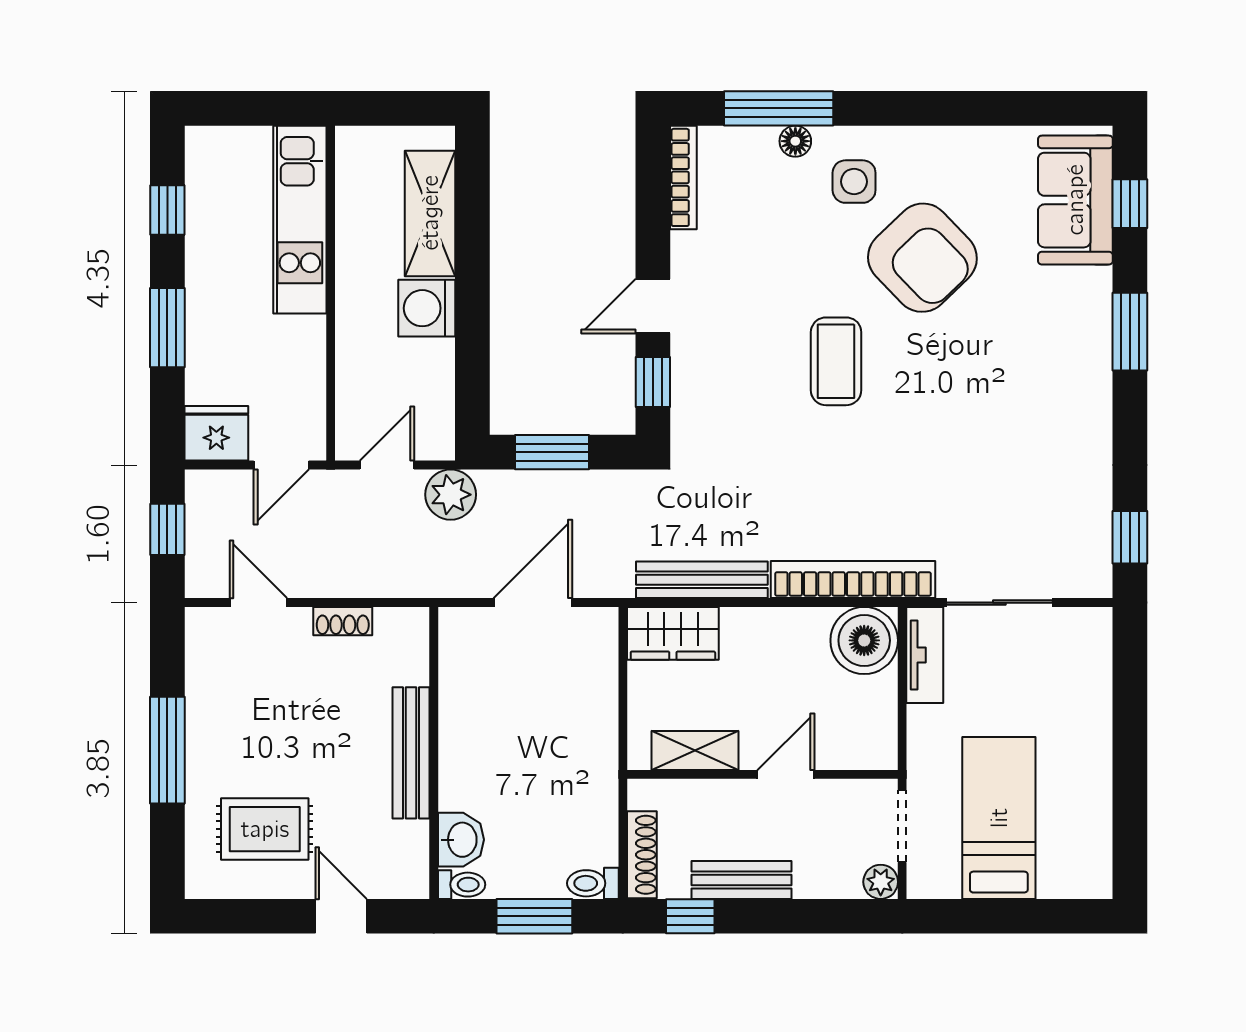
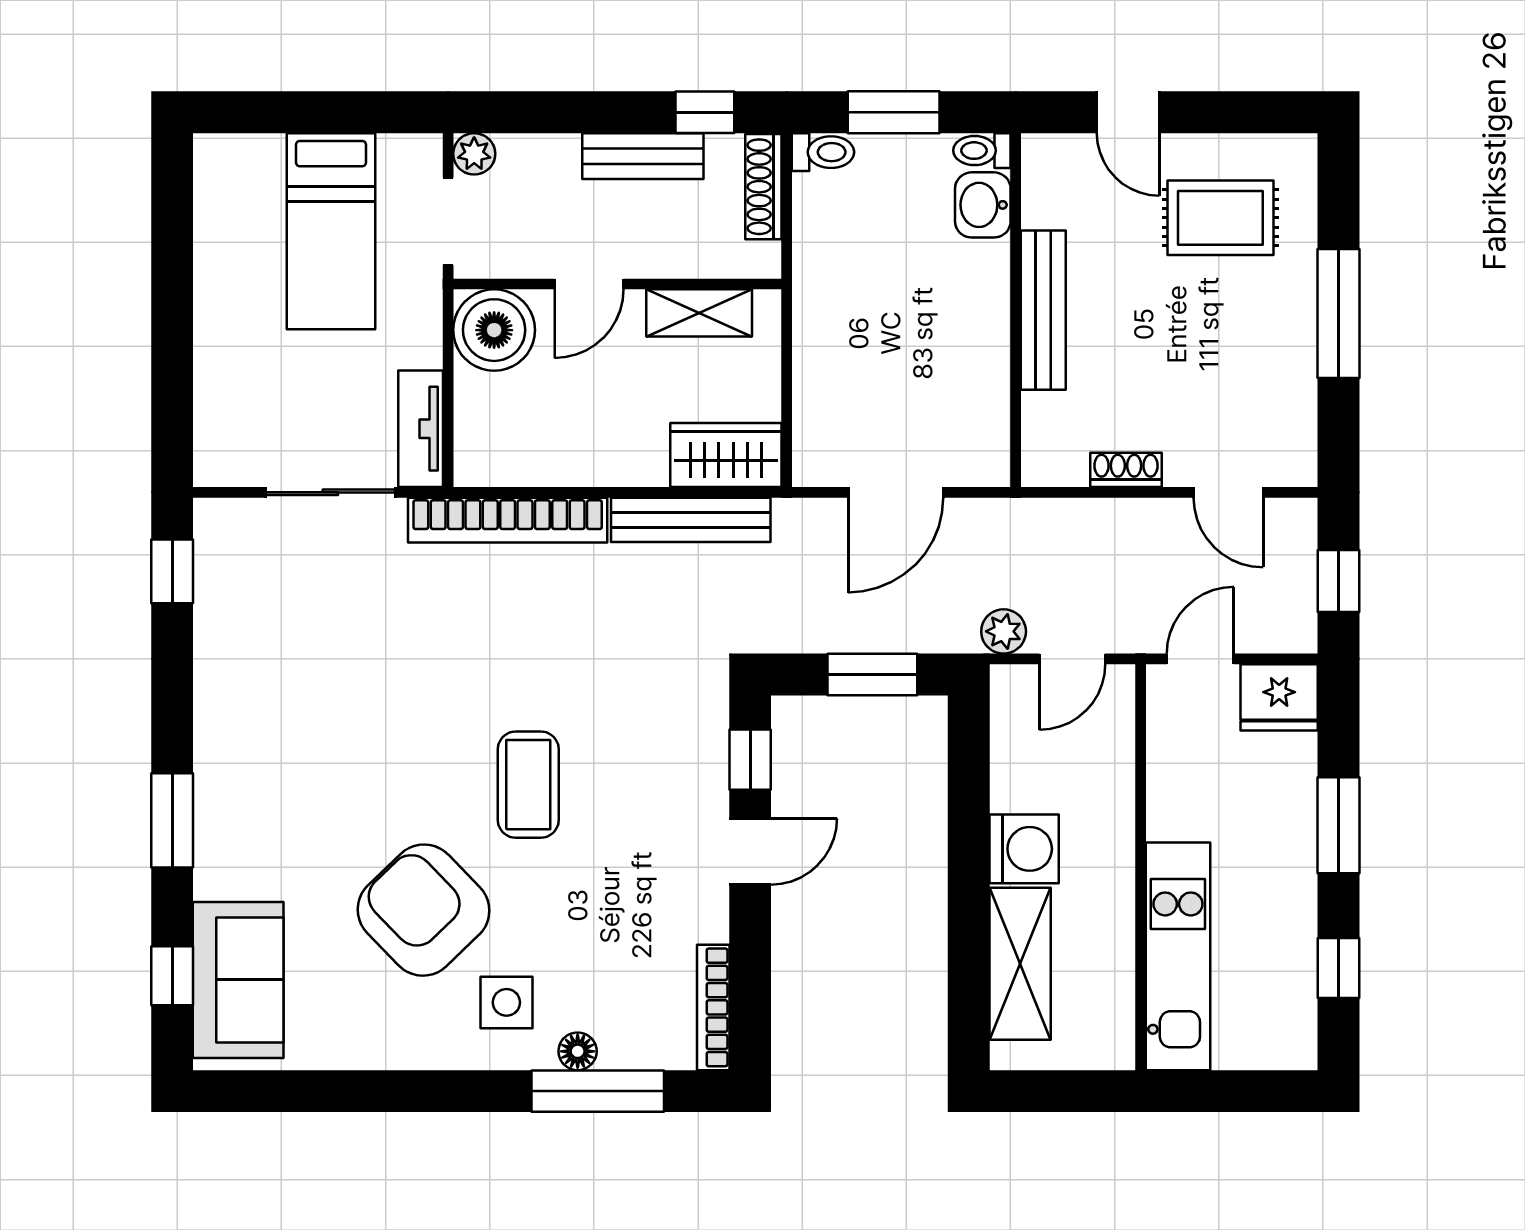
plant: (451, 495) -> (1004, 631), width x0.73, depth x0.73
boiler: (864, 640) -> (494, 330), moved

